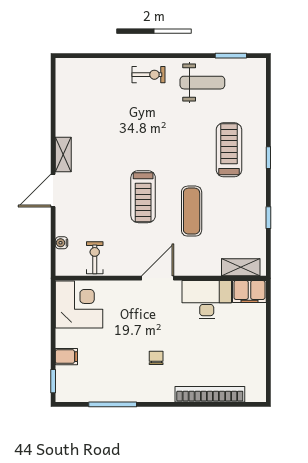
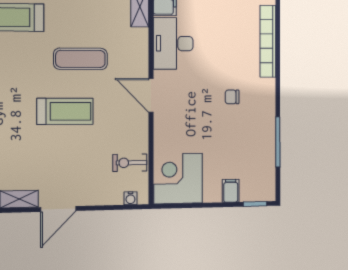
door: (53, 190) -> (58, 209), hinge flipped
water cooler: (62, 243) -> (130, 198), moved

